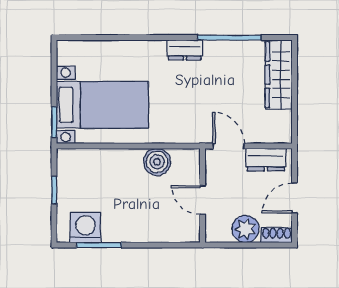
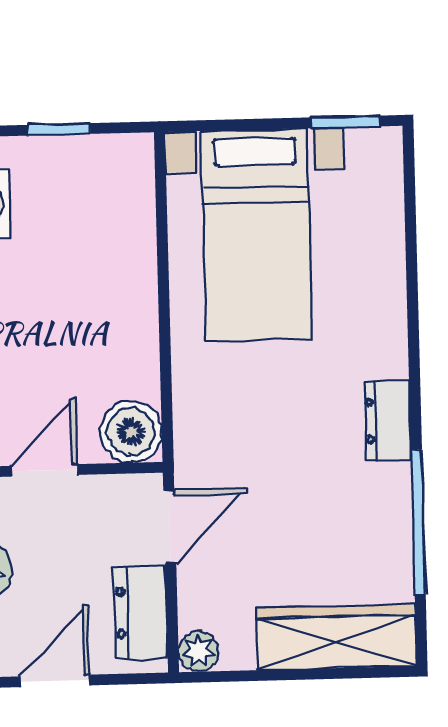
window: (54, 122) -> (346, 122), moved
plant: (283, 135) -> (199, 651), added
boiler: (157, 162) -> (131, 432), moved
door: (294, 198) -> (55, 681), hinge flipped

